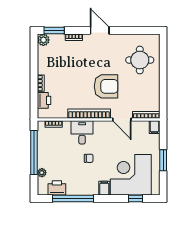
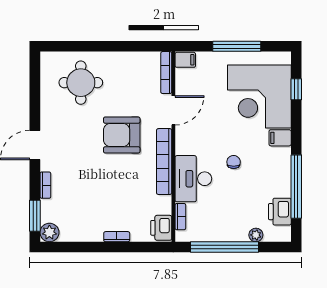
armchair: (106, 86) -> (122, 135), turned -90
printer: (44, 100) -> (161, 228), moved, turned -90
desk: (82, 132) -> (193, 179), width x1.37
window: (163, 160) -> (237, 46), width x1.44

